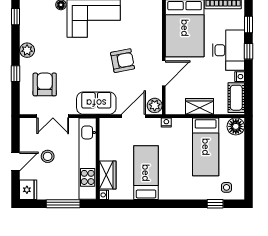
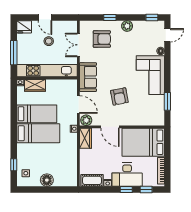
wardrobe: (199, 106) -> (86, 138), moved
floor lamp: (236, 126) -> (47, 180), moved
bed: (206, 147) -> (38, 133), moved, turned 180

